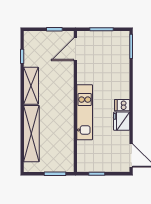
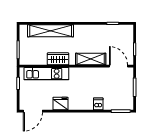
shelving: (31, 86) -> (91, 59), moved
dishwasher: (122, 105) -> (98, 104), moved
kitchen unit: (85, 112) -> (46, 74), moved
wardrobe: (66, 124) -> (58, 59), added

